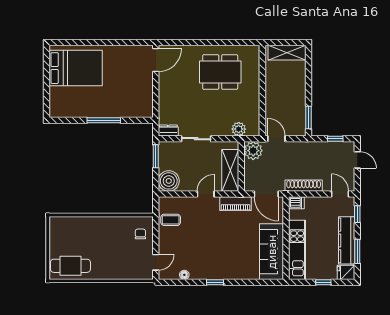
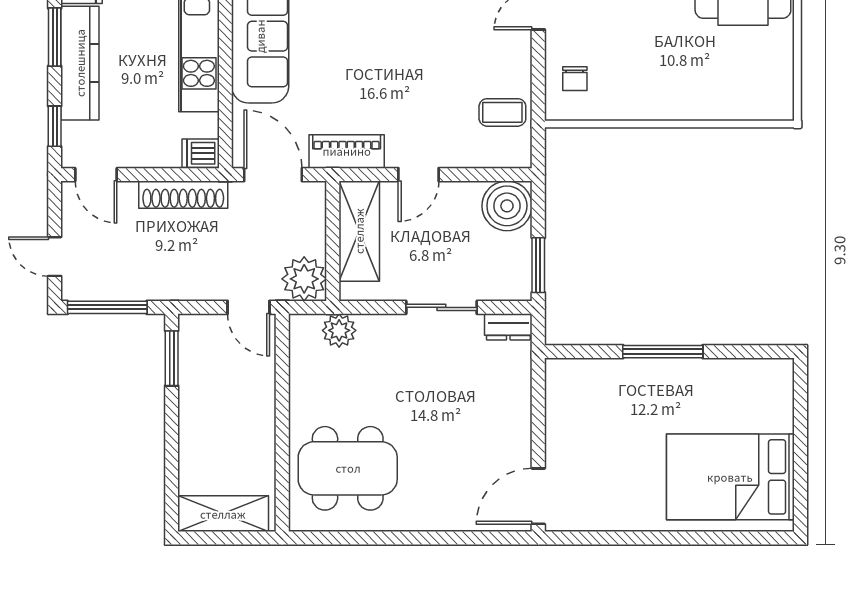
dining table: (220, 72) -> (348, 468), moved
window: (335, 139) -> (107, 307), width x2.17

